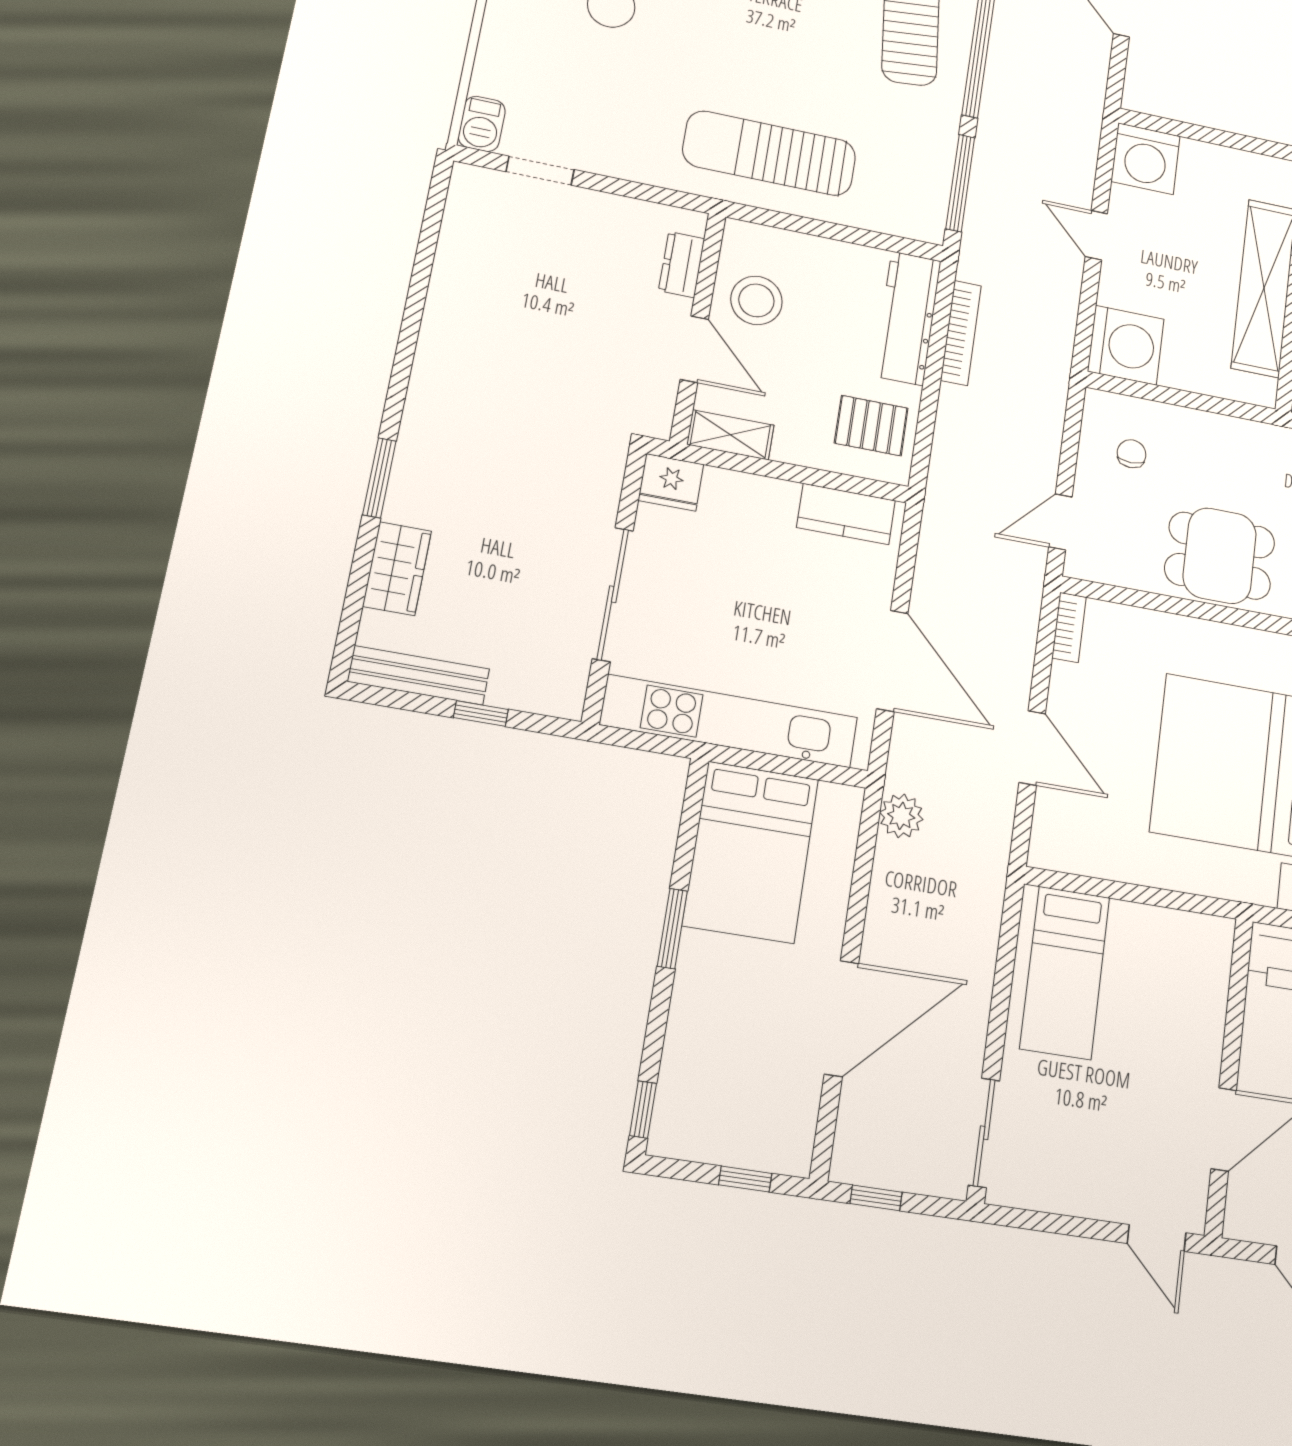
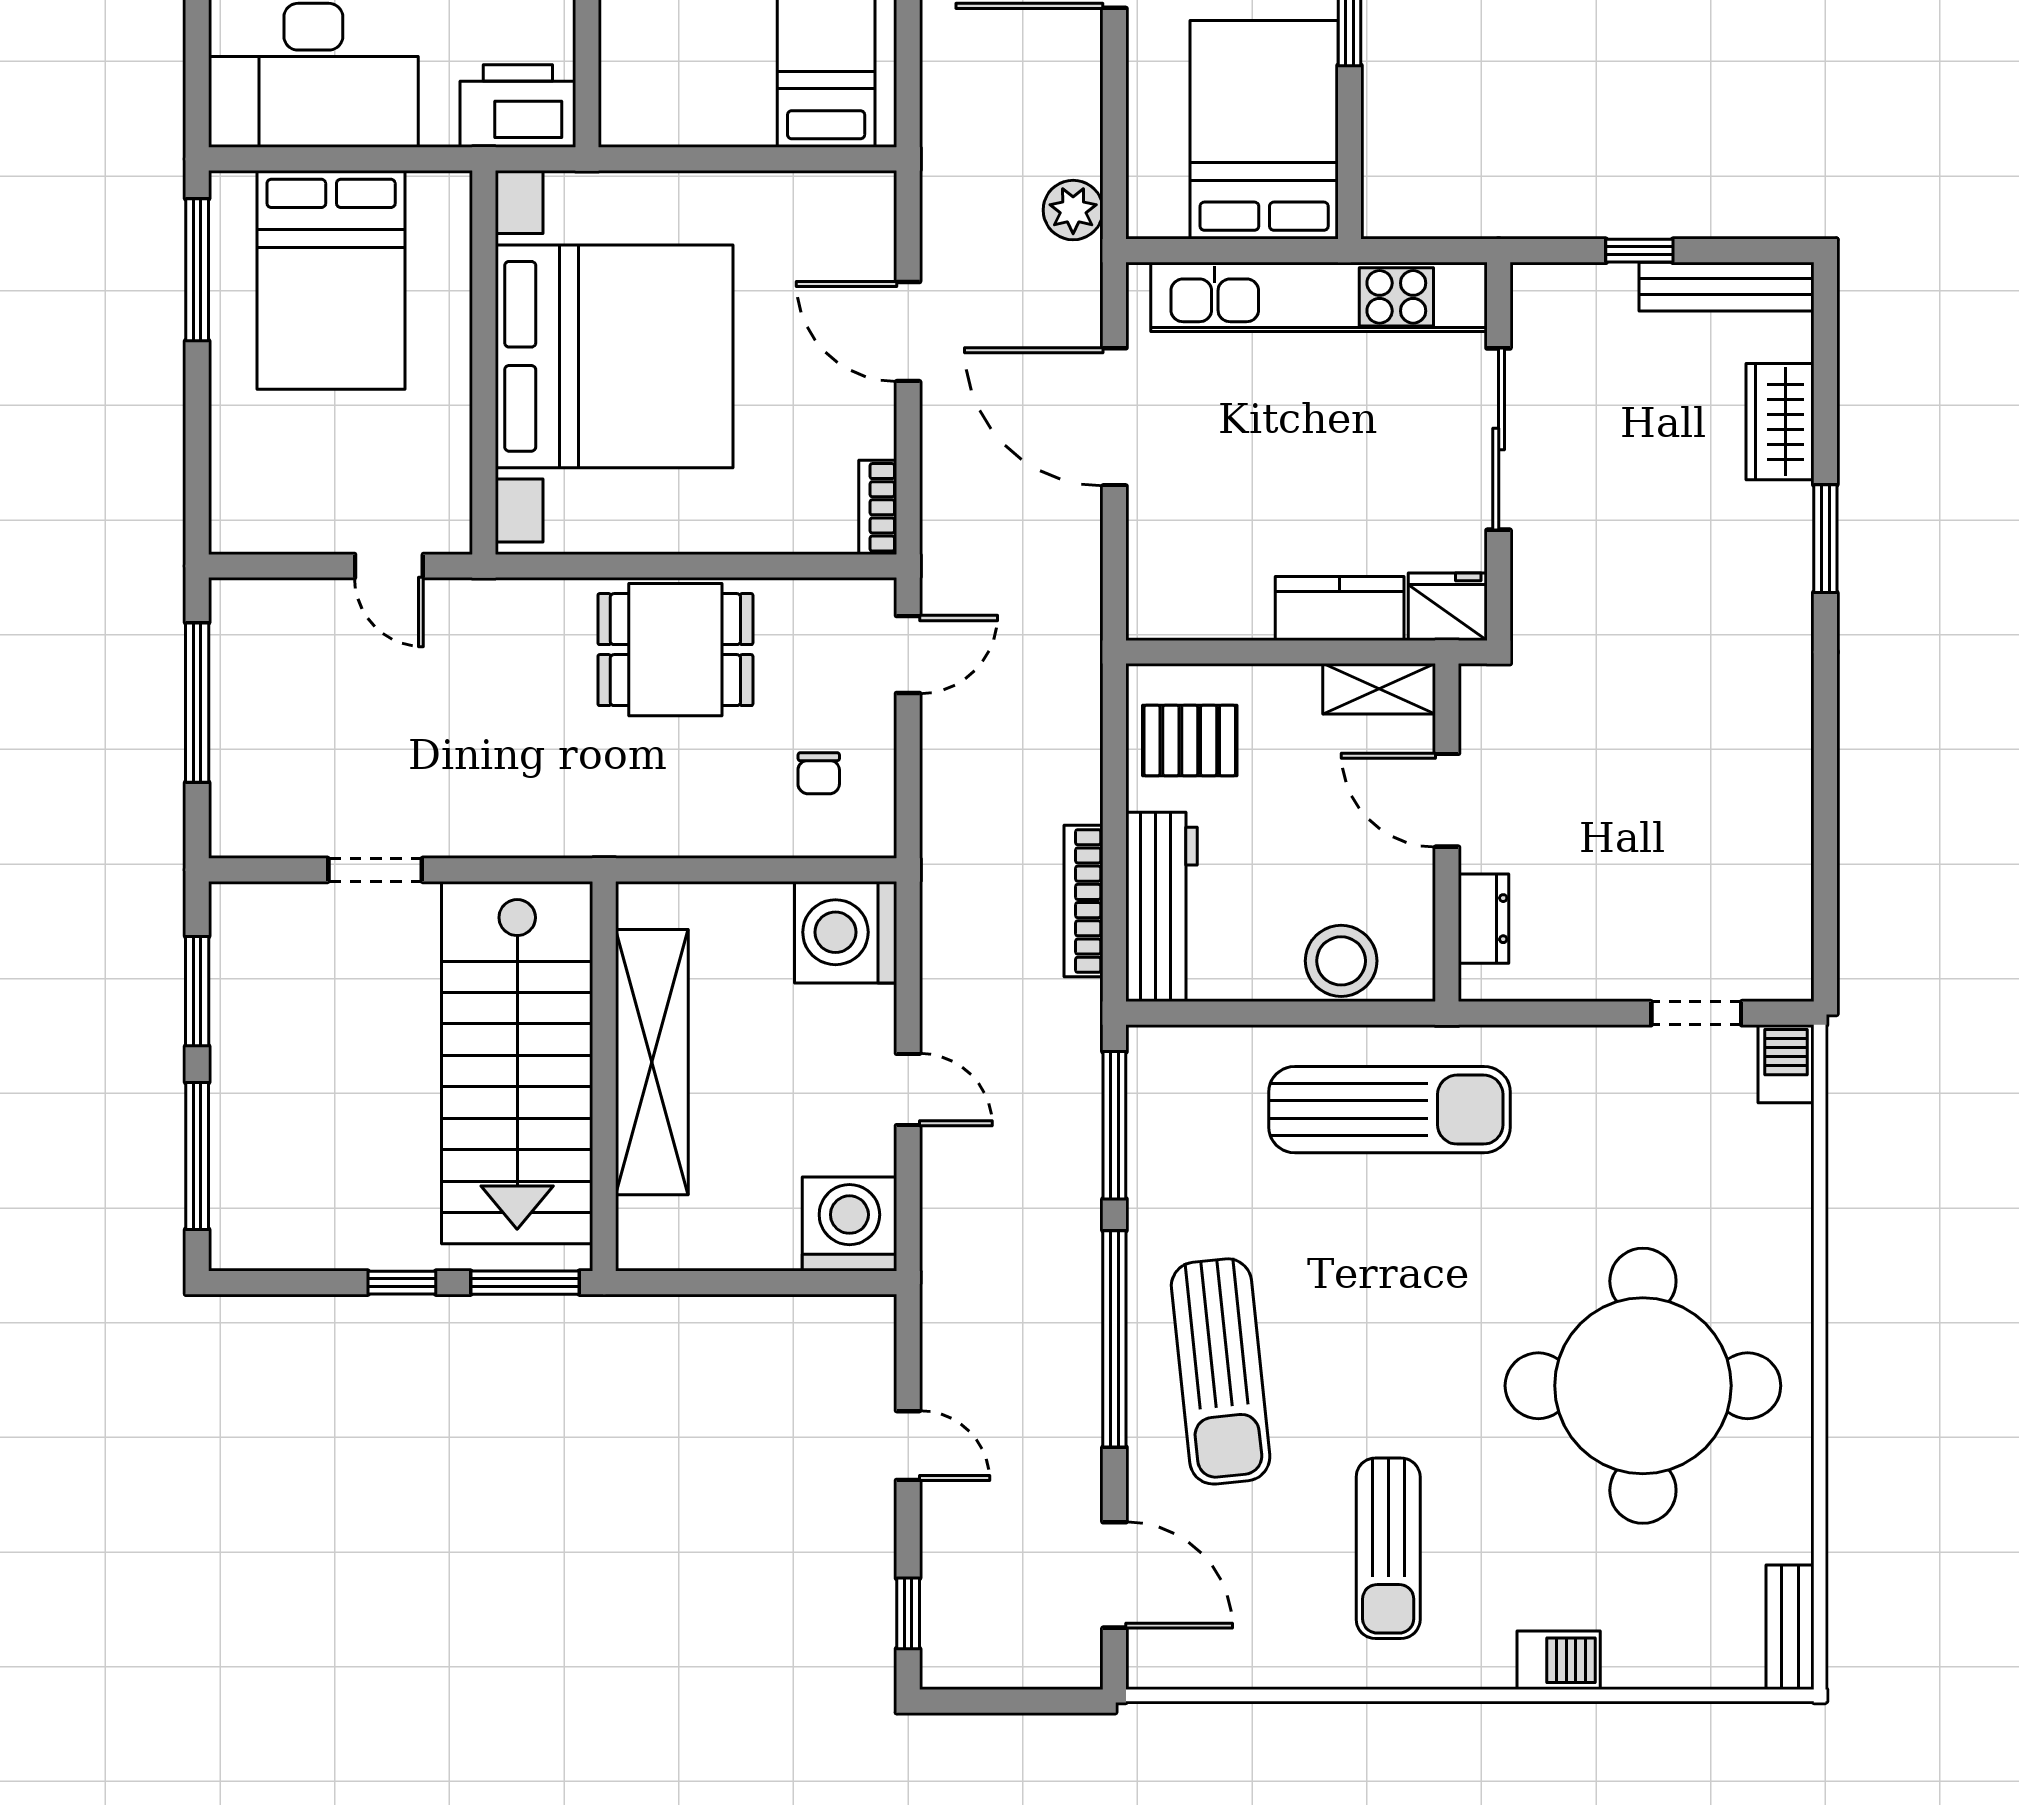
stool: (756, 300) -> (1341, 961), moved
kitchen counter: (846, 514) -> (1340, 608), moved

